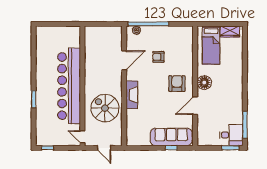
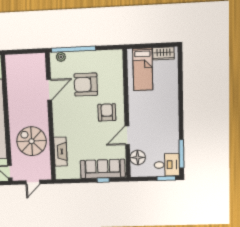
armchair: (158, 57) -> (86, 85), width x1.88, depth x1.88
floor lamp: (204, 83) -> (138, 158), moved
fireplace: (132, 95) -> (60, 152), moved
door: (104, 148) -> (33, 182), hinge flipped

